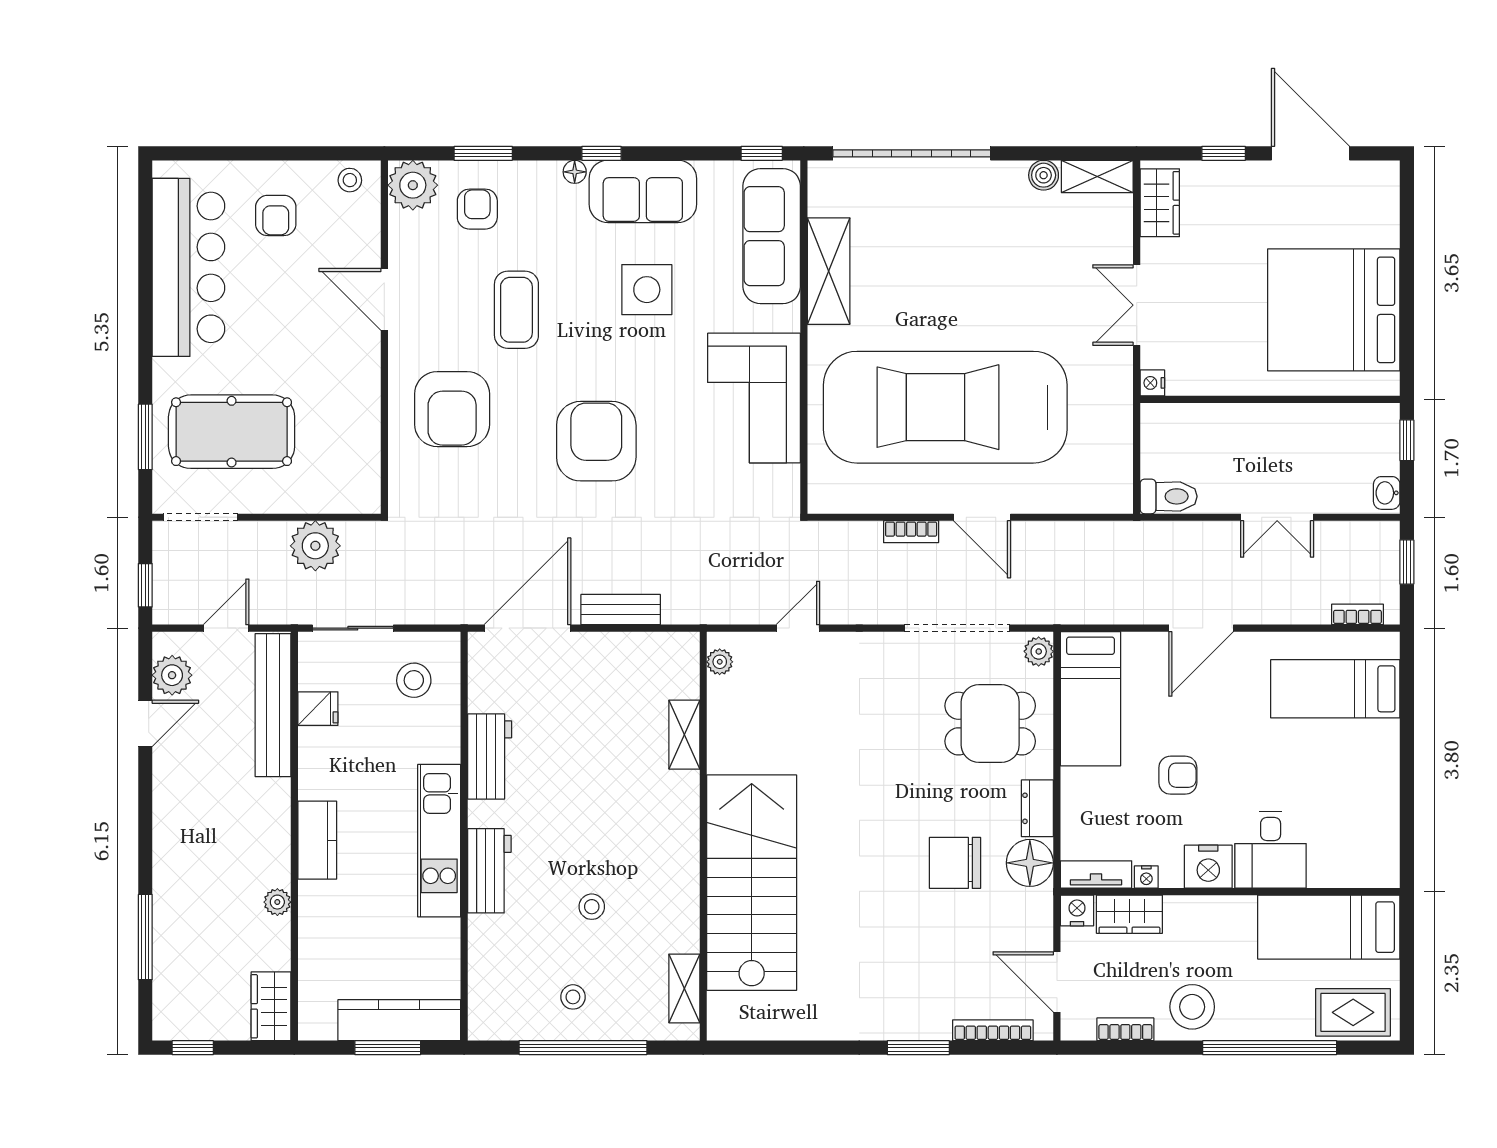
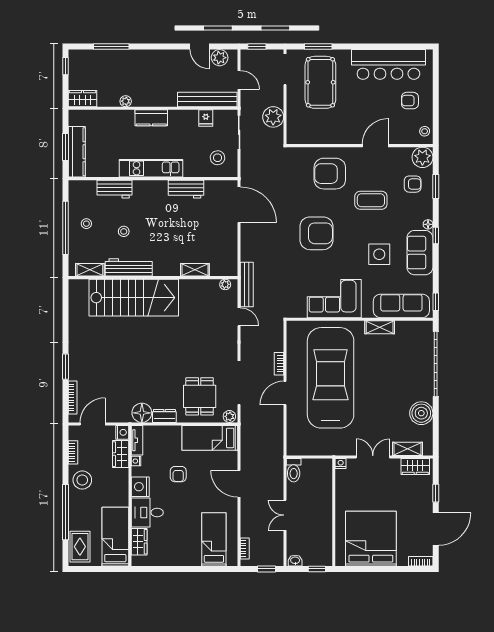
boiler: (1044, 175) -> (421, 413), width x1.86, depth x1.86
shelving: (1097, 176) -> (408, 449), moved, turned 90
bookcase: (1388, 189) -> (421, 561), added
shelving: (829, 271) -> (380, 327), width x0.67, depth x0.75
bench: (621, 610) -> (247, 285), moved, width x1.36
chair: (955, 863) -> (142, 382), removed
wardrobe: (1341, 869) -> (139, 542), added
workbench: (489, 871) -> (114, 189), moved
workbench: (679, 895) -> (129, 267), added

